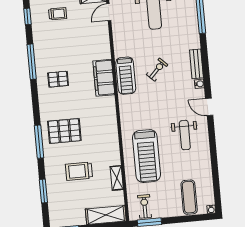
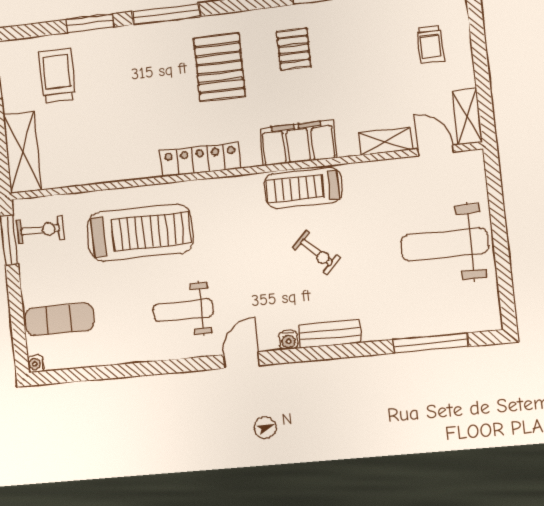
locker: (111, 126) -> (200, 160), added
pallet: (64, 131) -> (219, 67), moved
treadmill: (147, 156) -> (140, 233), turned 180
trolley: (79, 171) -> (57, 75), moved
shelving: (117, 178) -> (385, 141), moved
window: (43, 191) -> (90, 23), moved

